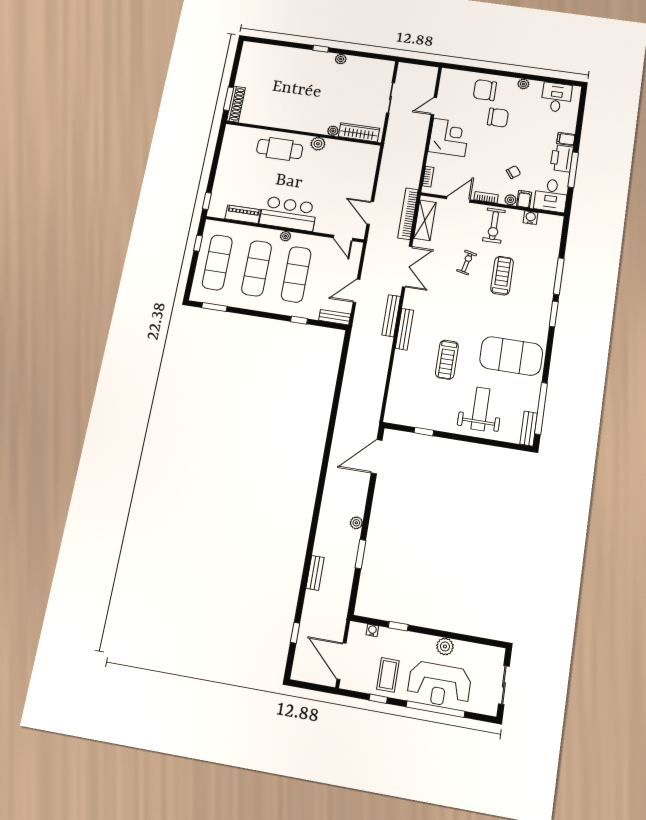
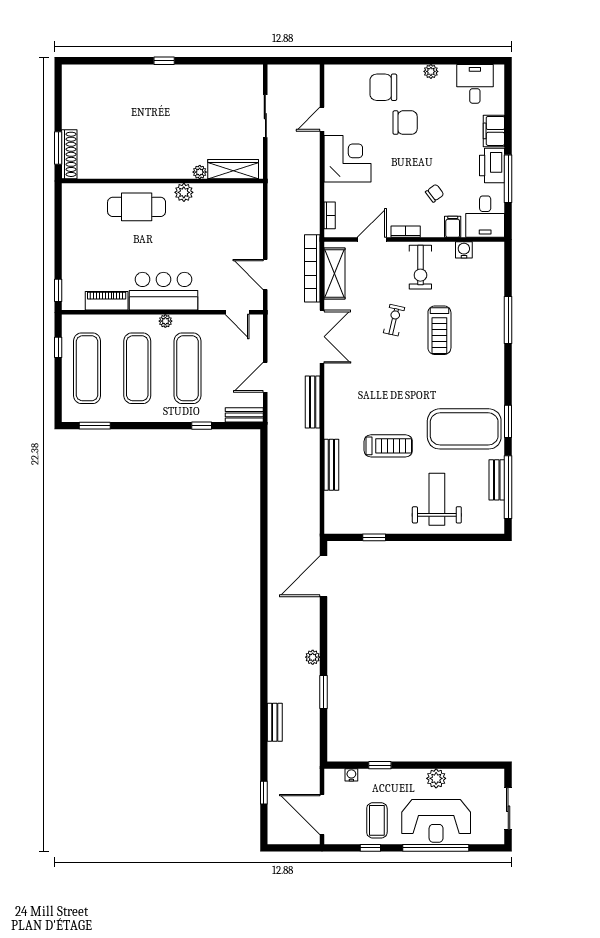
plant: (341, 59) -> (192, 71), removed
filing cabinet: (566, 139) -> (494, 131), width x2.00
plant: (511, 200) -> (436, 230), removed
treadmill: (502, 276) -> (439, 330), turned 180
window: (554, 314) -> (508, 421), moved
bench: (404, 329) -> (331, 465), moved
treadmill: (447, 360) -> (388, 446), turned -90
bench: (529, 429) -> (497, 480), moved

